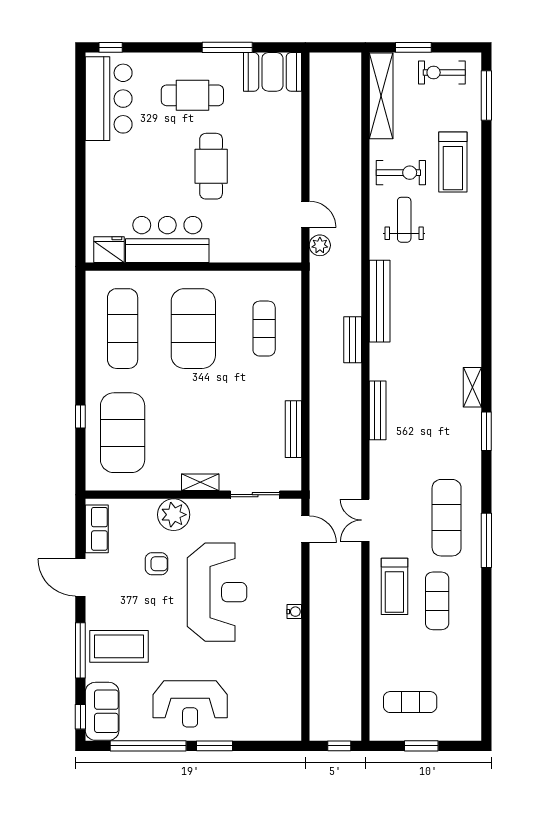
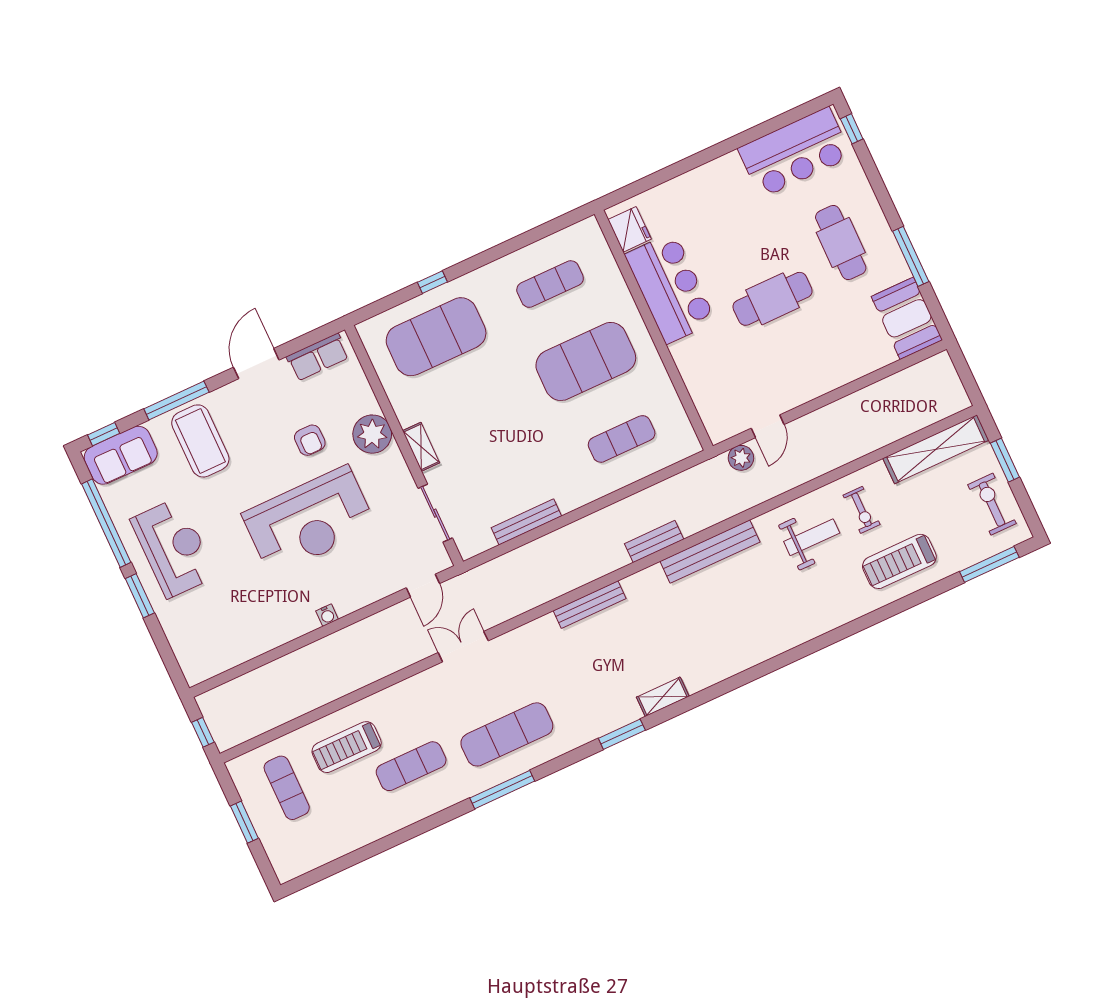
exercise bike: (401, 173) -> (862, 510), width x0.73, depth x0.72
exercise mat: (123, 329) -> (550, 284), width x0.73, depth x0.69
treadmill: (394, 586) -> (347, 747), moved
reception desk: (190, 704) -> (173, 548), turned 180

